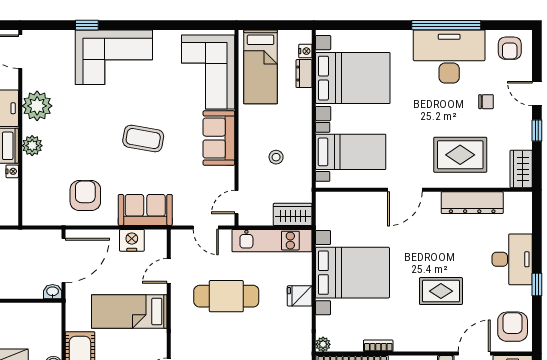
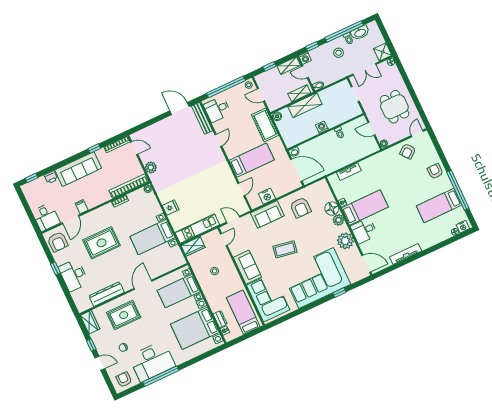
corner sofa: (114, 57) -> (316, 278), width x1.36, depth x1.36
floor lamp: (34, 170) -> (332, 209), added
door: (63, 260) -> (296, 170), swing flipped
bed with nightstands: (352, 273) -> (152, 237), width x0.73
rug: (441, 291) -> (102, 243), width x1.36, depth x1.43
cafe table: (226, 296) -> (207, 190), removed

